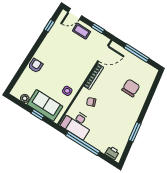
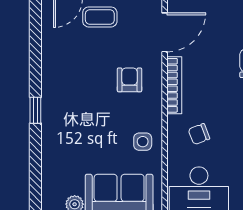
window: (49, 26) -> (35, 110), moved
armchair: (36, 66) -> (130, 80), moved

